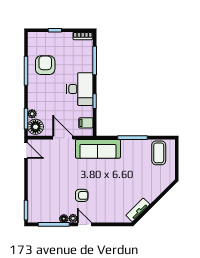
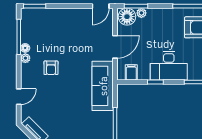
door: (85, 224) -> (19, 97), moved

